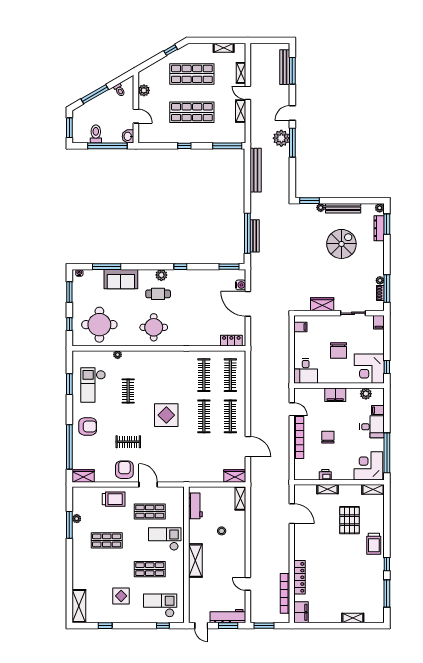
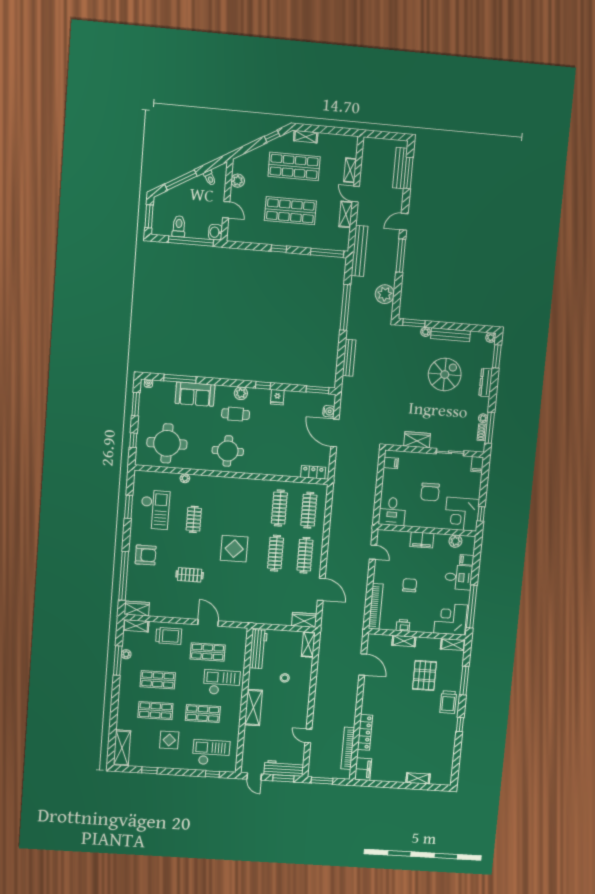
shelving: (224, 48) -> (306, 137), moved
plant: (281, 138) -> (385, 294), moved
bench: (256, 170) -> (360, 251), moved
dresser: (379, 228) -> (486, 382), moved
window: (247, 233) -> (345, 307), moved
fridge: (194, 276) -> (277, 397), added
checkout: (93, 385) -> (155, 510), turned 180
bookcase: (299, 437) -> (376, 606), moved
armchair: (124, 470) -> (183, 605), removed
shelving: (84, 492) -> (136, 626), added
workbench: (195, 506) -> (258, 649), width x1.38
shop shelf: (107, 569) -> (155, 711), added
window: (387, 593) -> (464, 681), moved

